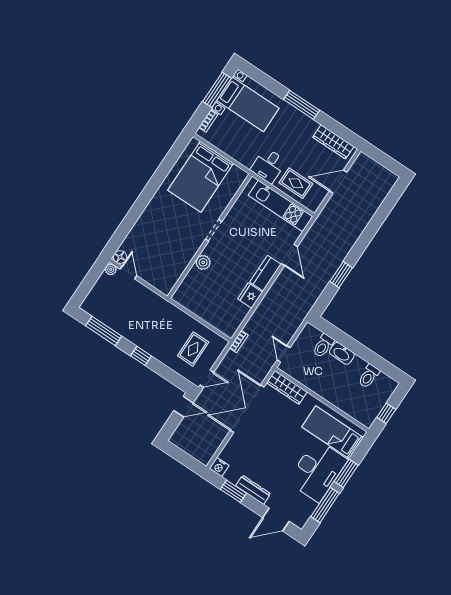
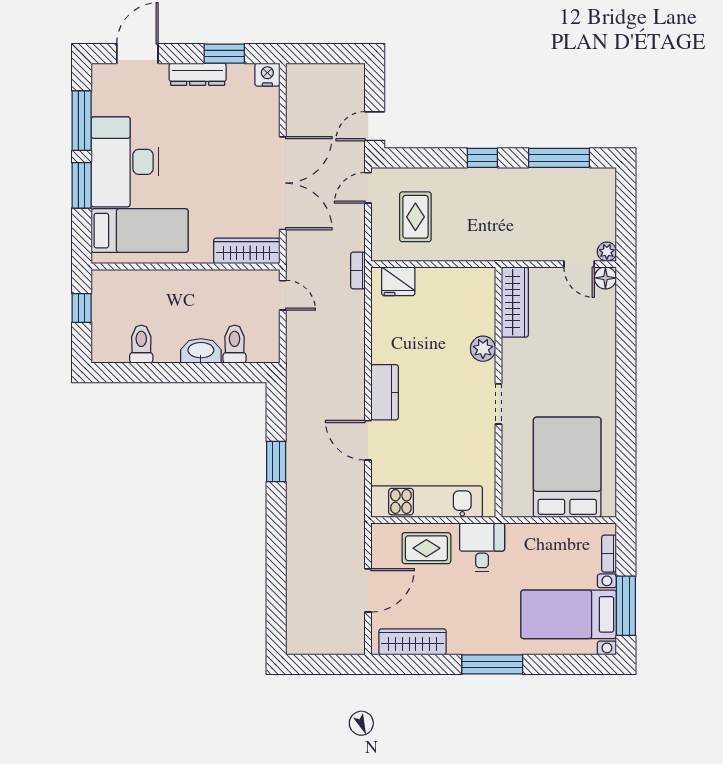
wardrobe: (172, 275) -> (515, 302), added
fridge: (250, 296) -> (398, 281), moved, turned 90

